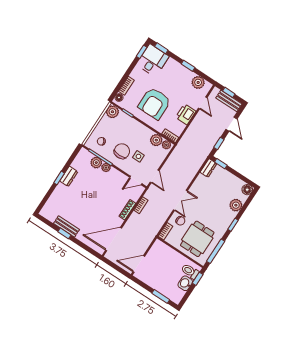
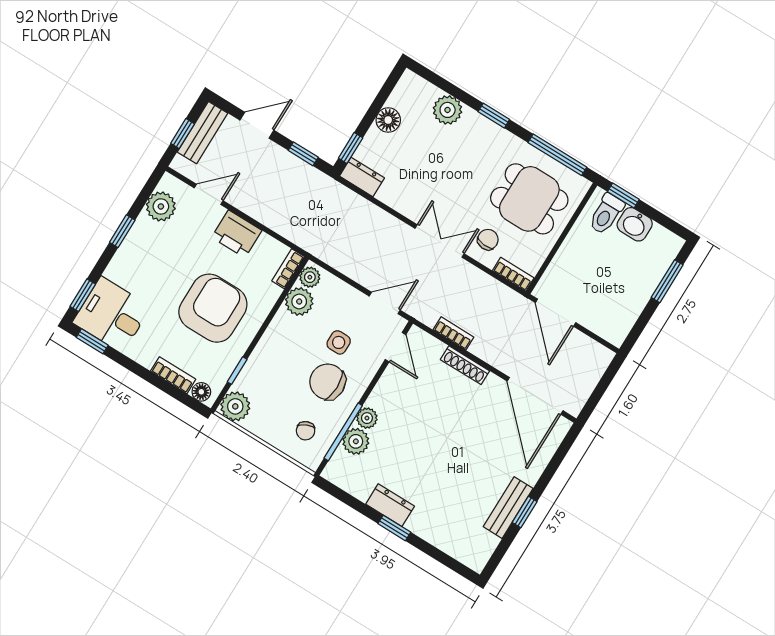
armchair: (154, 103) -> (213, 308), turned -90
floor lamp: (247, 190) -> (388, 120), moved
door: (139, 264) -> (556, 313), moved

